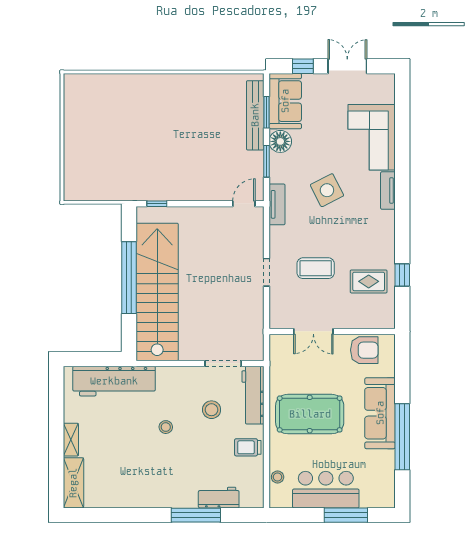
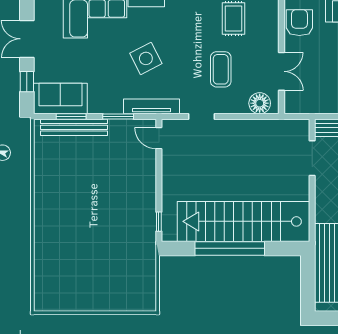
floor lamp: (280, 141) -> (260, 103), moved
tv unit: (277, 204) -> (151, 106), width x1.41
doorway: (267, 272) -> (201, 116), moved

